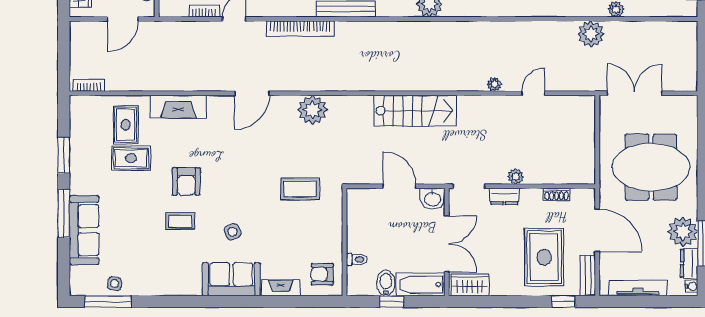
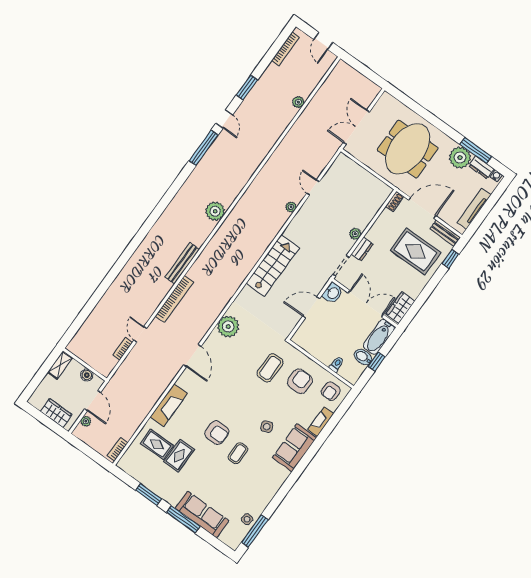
plant: (591, 34) -> (86, 421), moved, width x0.53, depth x0.53
shoe rack: (556, 194) -> (395, 202), moved
armchair: (309, 233) -> (300, 381), added

